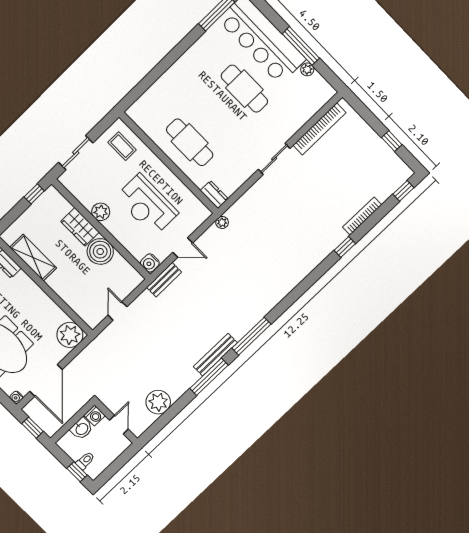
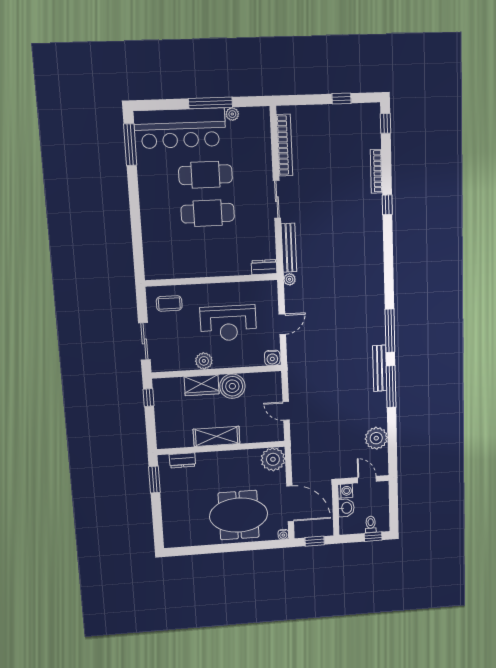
cafe table: (190, 142) -> (208, 213), moved
shelving: (33, 258) -> (217, 436), moved
bench: (164, 280) -> (289, 248), moved, width x1.36

